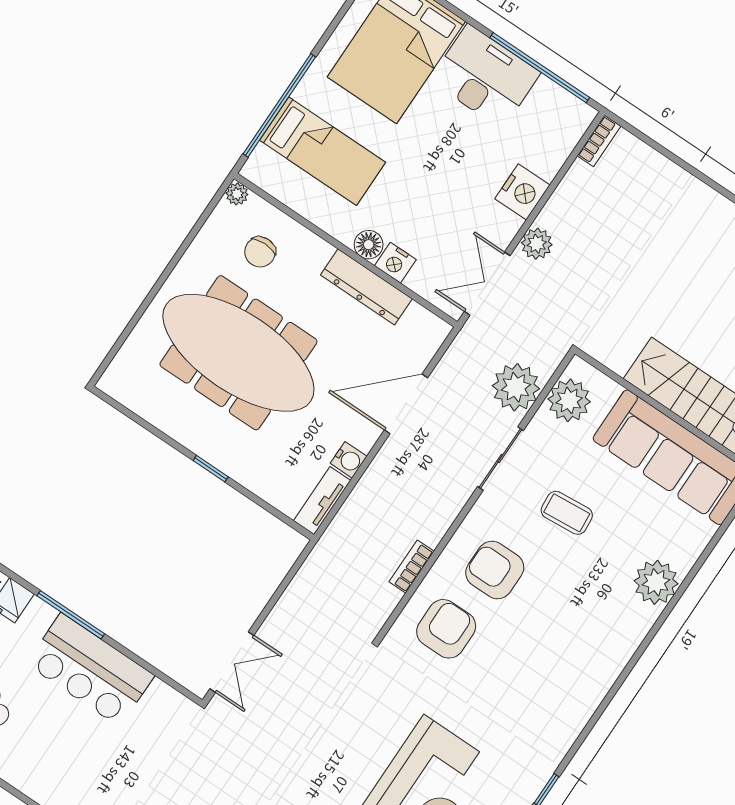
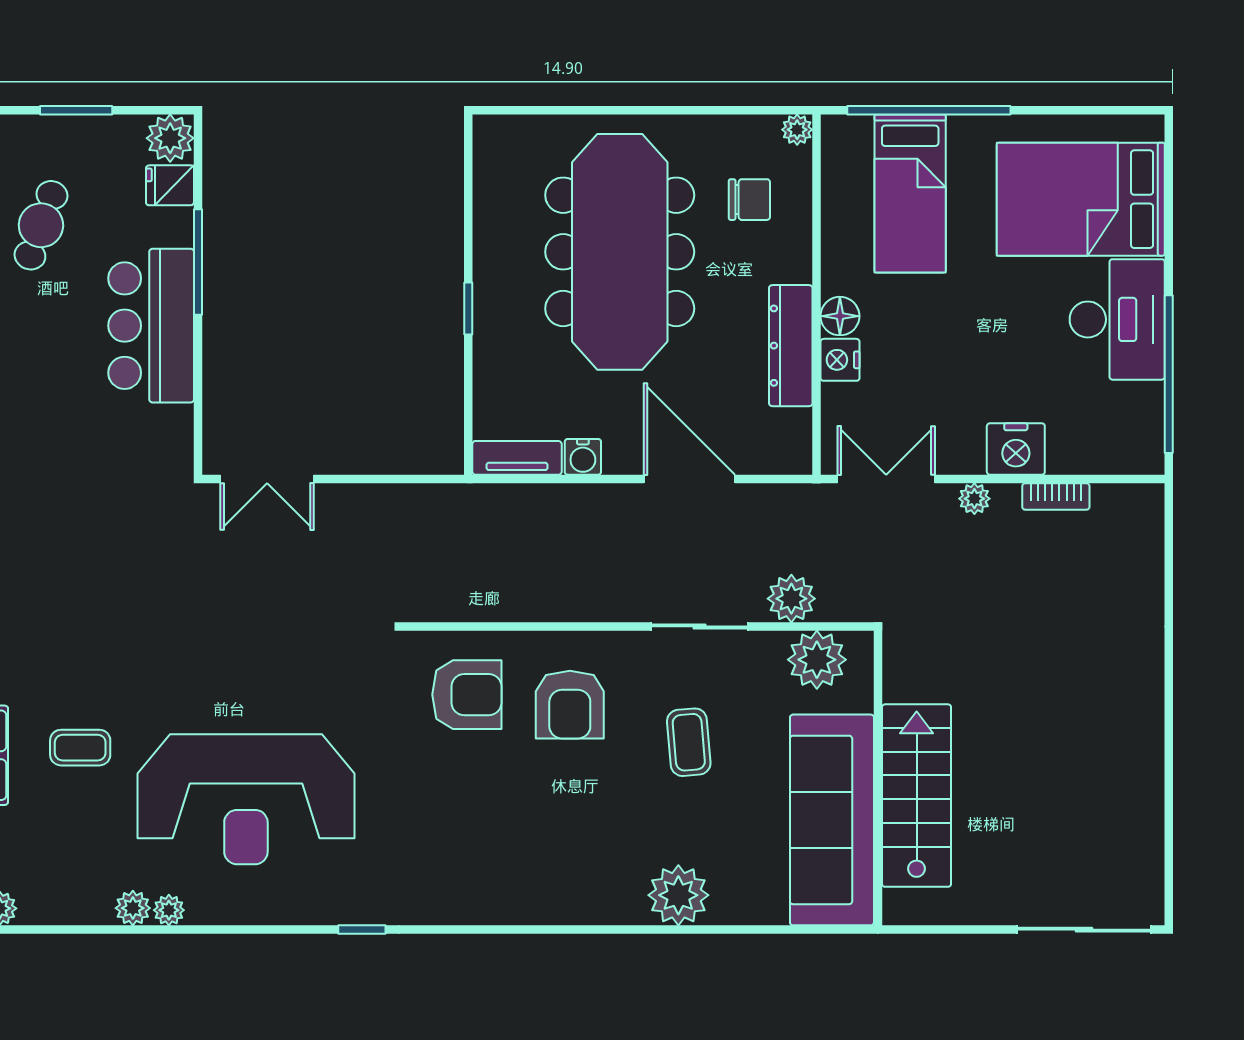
bookcase: (599, 141) -> (1056, 496), moved
plant: (537, 244) -> (974, 499), width x0.73, depth x0.73
chair: (260, 252) -> (749, 200), turned 180
plant: (516, 387) -> (791, 599), width x0.73, depth x0.73
bookcase: (412, 567) -> (511, 609), removed
armchair: (495, 570) -> (570, 705), turned 180

